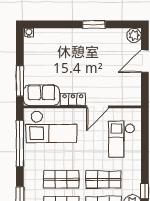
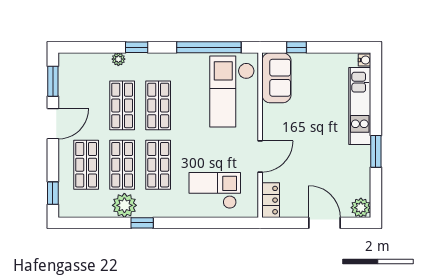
kitchen unit: (62, 36) -> (360, 106), added
window: (20, 81) -> (297, 47), width x0.46
locker: (73, 99) -> (271, 200), moved
door: (98, 107) -> (260, 156), swing flipped

